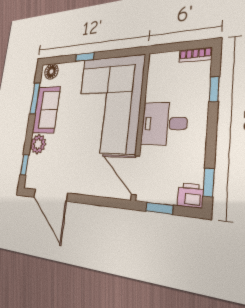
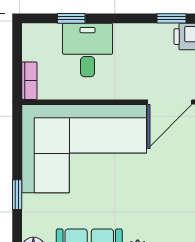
bookcase: (195, 55) -> (29, 81), moved
desk: (164, 124) -> (88, 50), moved, turned 180

